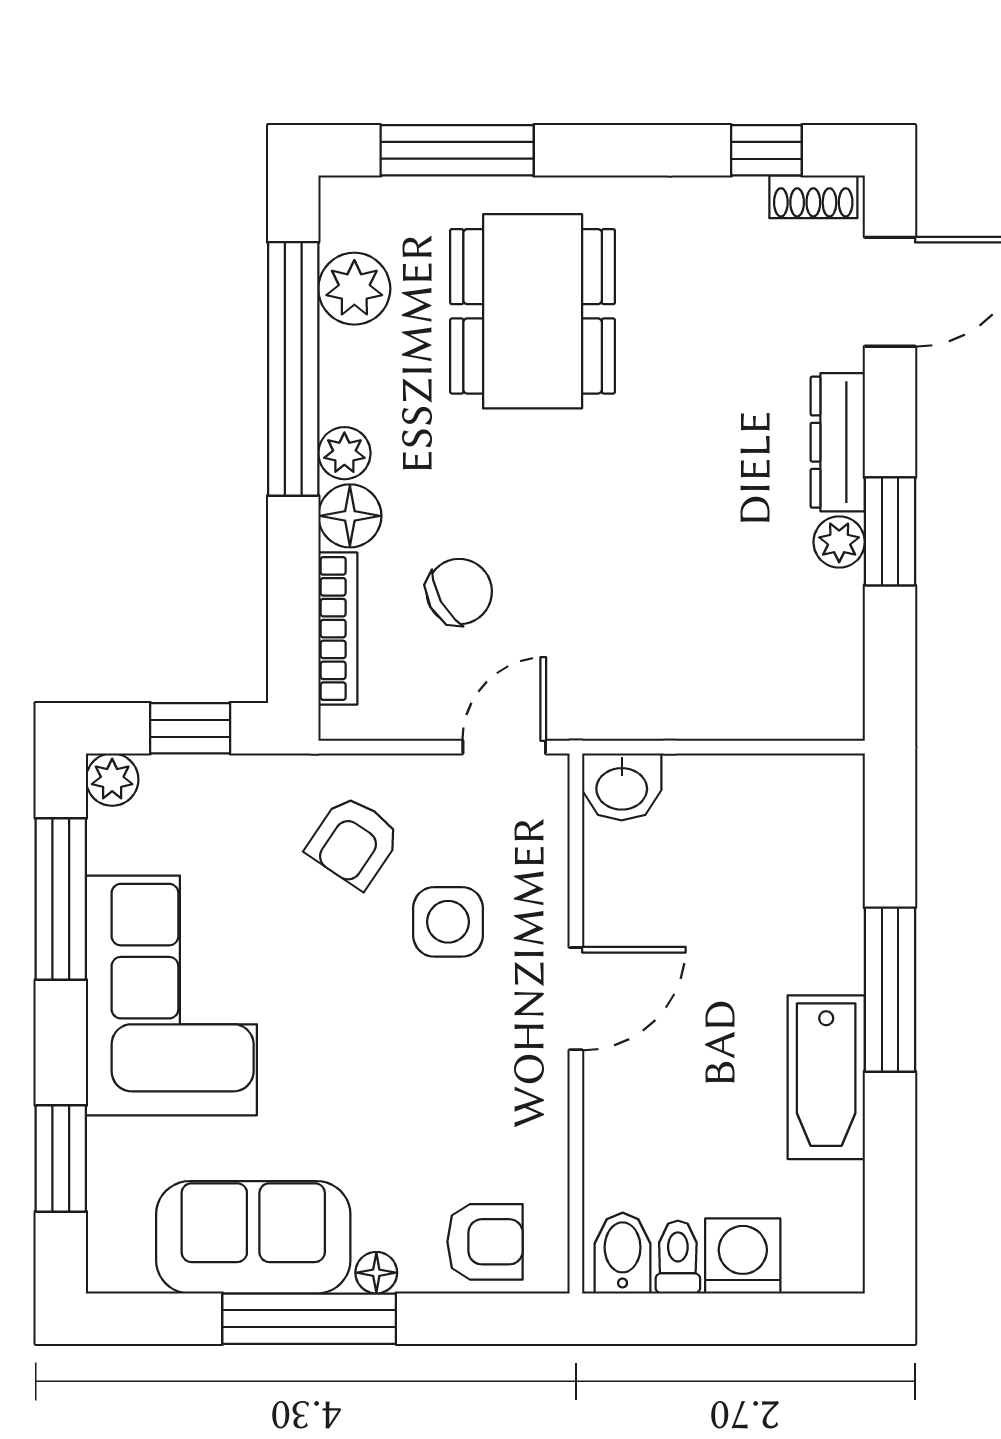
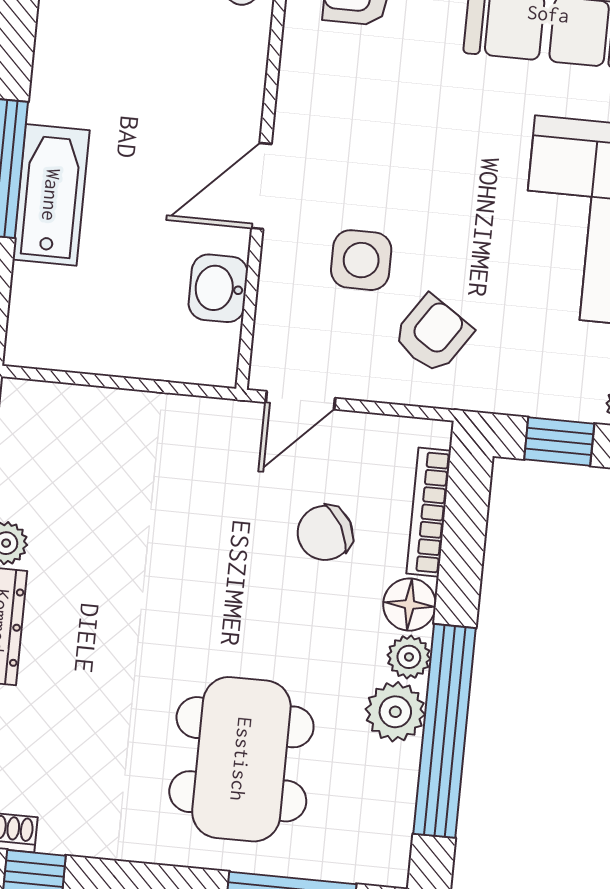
plant: (354, 289) -> (395, 712), moved
washbasin: (622, 787) -> (218, 288), moved, turned -90
bathtub: (826, 1077) -> (51, 195), moved

